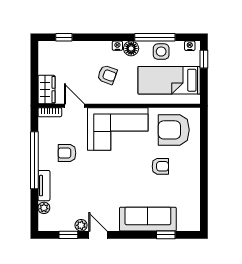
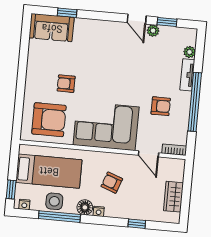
window: (64, 37) -> (137, 224), moved
wardrobe: (46, 90) -> (173, 197), moved
sofa: (148, 219) -> (52, 28), moved, width x0.73

